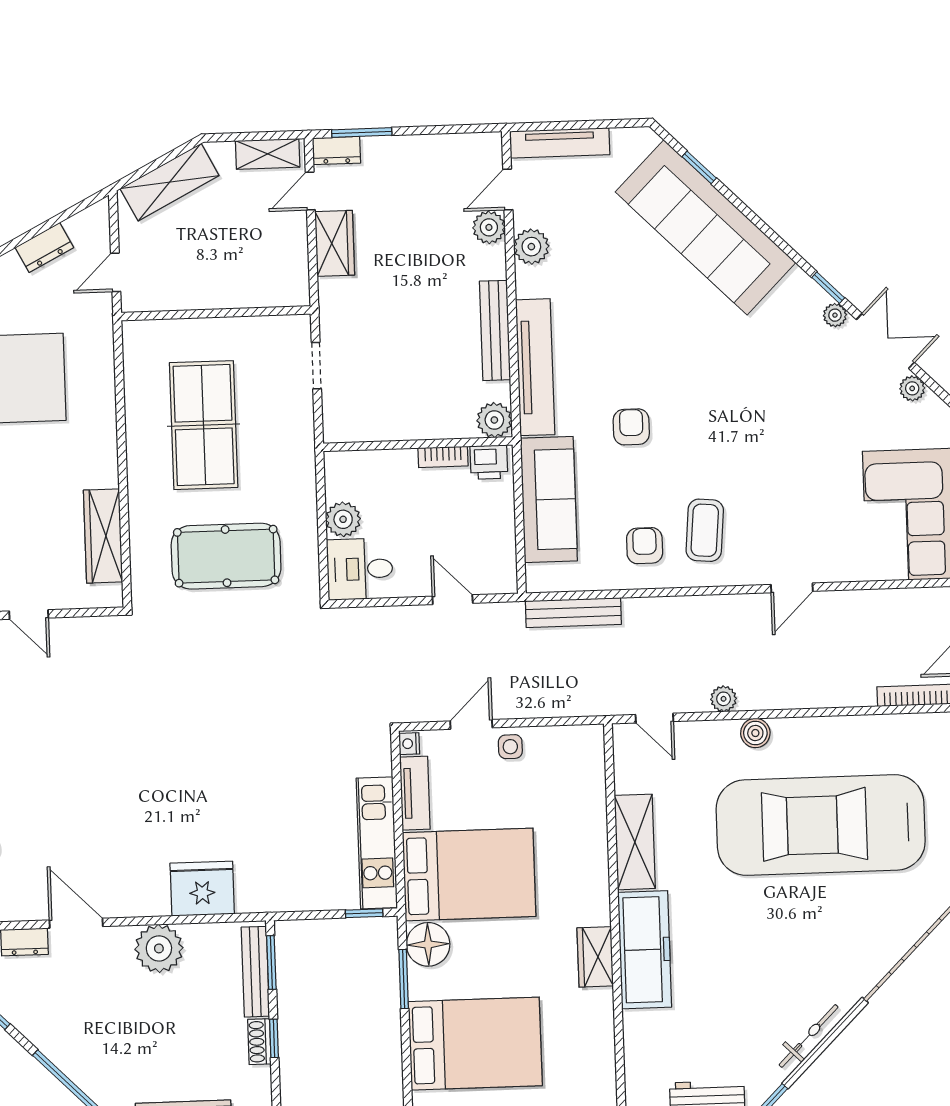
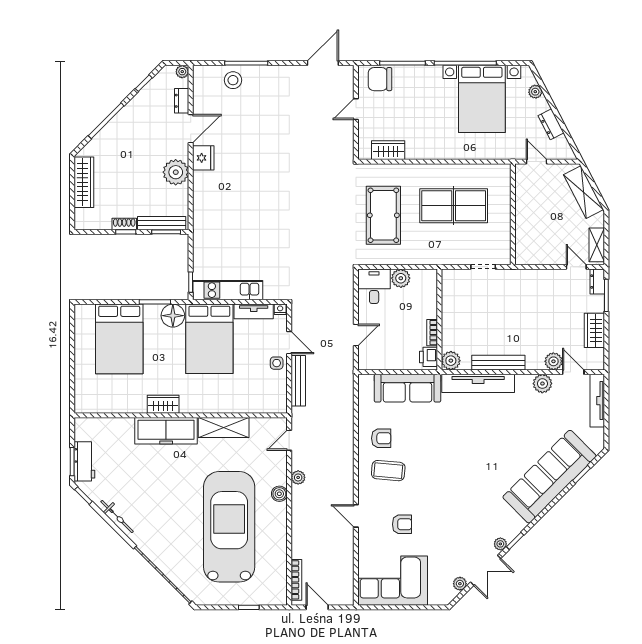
wardrobe: (335, 243) -> (594, 330), moved, turned 90
armchair: (631, 427) -> (402, 524), moved
wardrobe: (103, 536) -> (388, 150), width x0.67
bench: (573, 613) -> (298, 381), moved
fridge: (202, 889) -> (203, 158), moved, width x0.73, depth x0.75

